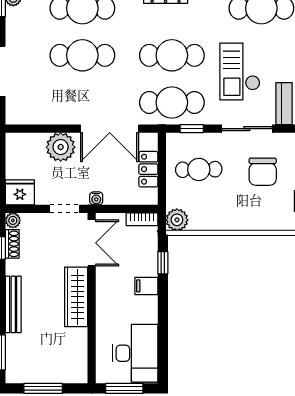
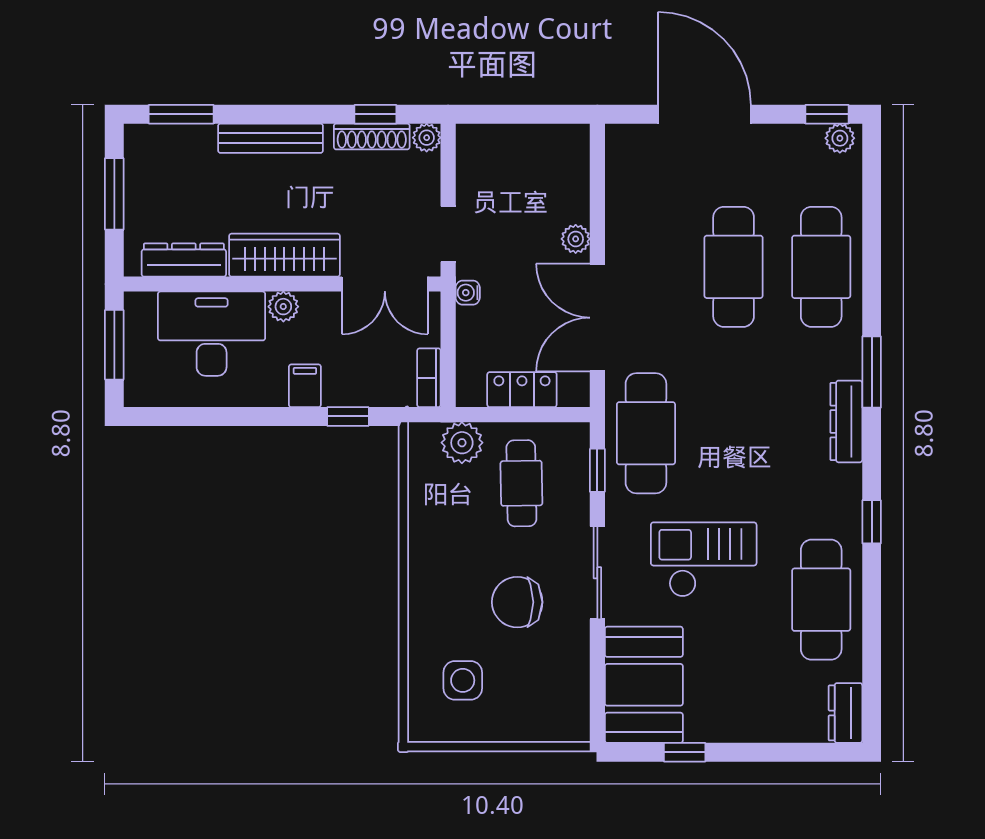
cafe table: (172, 55) -> (734, 433), removed
plant: (61, 147) -> (576, 239), width x0.53, depth x0.53
fridge: (20, 192) -> (479, 151), removed
plant: (177, 220) -> (462, 443), moved
shoe rack: (12, 244) -> (372, 136), width x1.43
plant: (104, 298) -> (283, 307), added
dresser: (79, 351) -> (184, 260), added
desk: (135, 353) -> (212, 334), moved, turned 180

